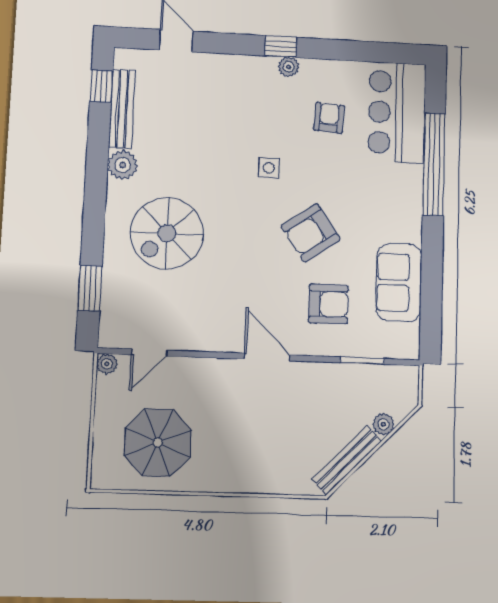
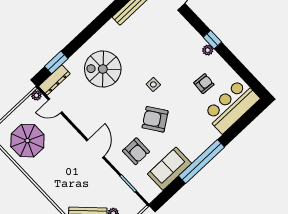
window: (434, 164) -> (202, 162), moved
plant: (123, 165) -> (111, 28), removed
side table: (269, 168) -> (153, 84), moved
dresser: (112, 316) -> (54, 80), added

